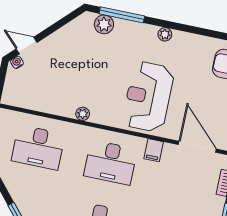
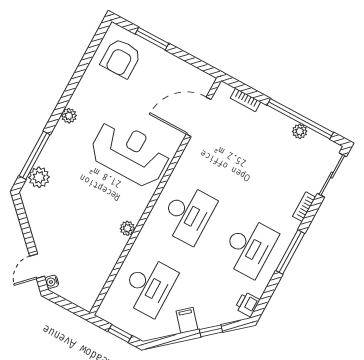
reception desk: (148, 97) -> (130, 153), turned 180
filing cabinet: (154, 150) -> (187, 320), moved, turned -131

